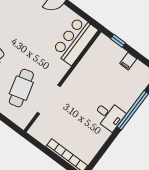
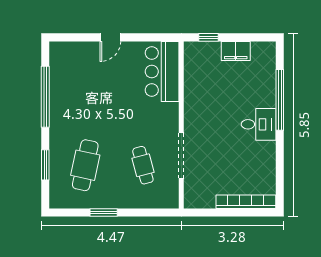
filing cabinet: (128, 61) -> (236, 51), width x2.00
cafe table: (21, 88) -> (143, 165), width x0.73, depth x0.74

